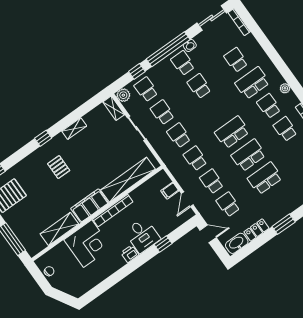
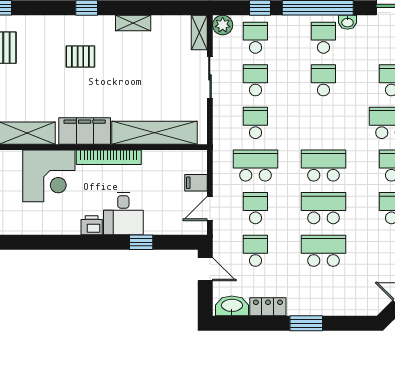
school desk: (195, 158) -> (255, 166), width x1.85
pallet: (59, 167) -> (80, 57), turned 90

